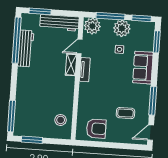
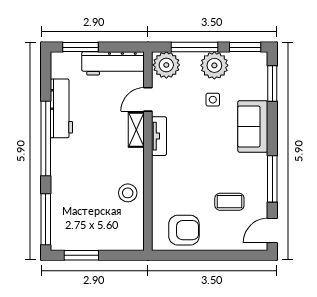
window: (17, 40) -> (46, 139), moved
stool: (61, 120) -> (128, 193), moved

